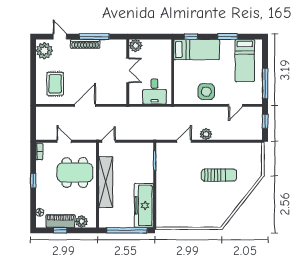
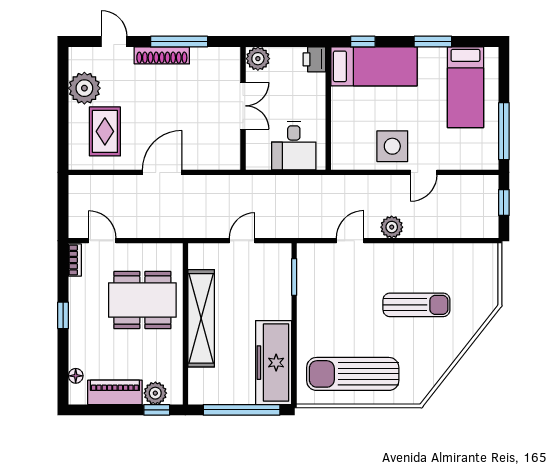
printer: (165, 46) -> (314, 59), added
plant: (44, 51) -> (84, 88), moved
door: (236, 105) -> (424, 172), moved
door: (64, 141) -> (102, 241), moved
door: (109, 141) -> (242, 241), moved
sun lounger: (185, 211) -> (353, 374), added
window: (60, 230) -> (157, 410), moved

